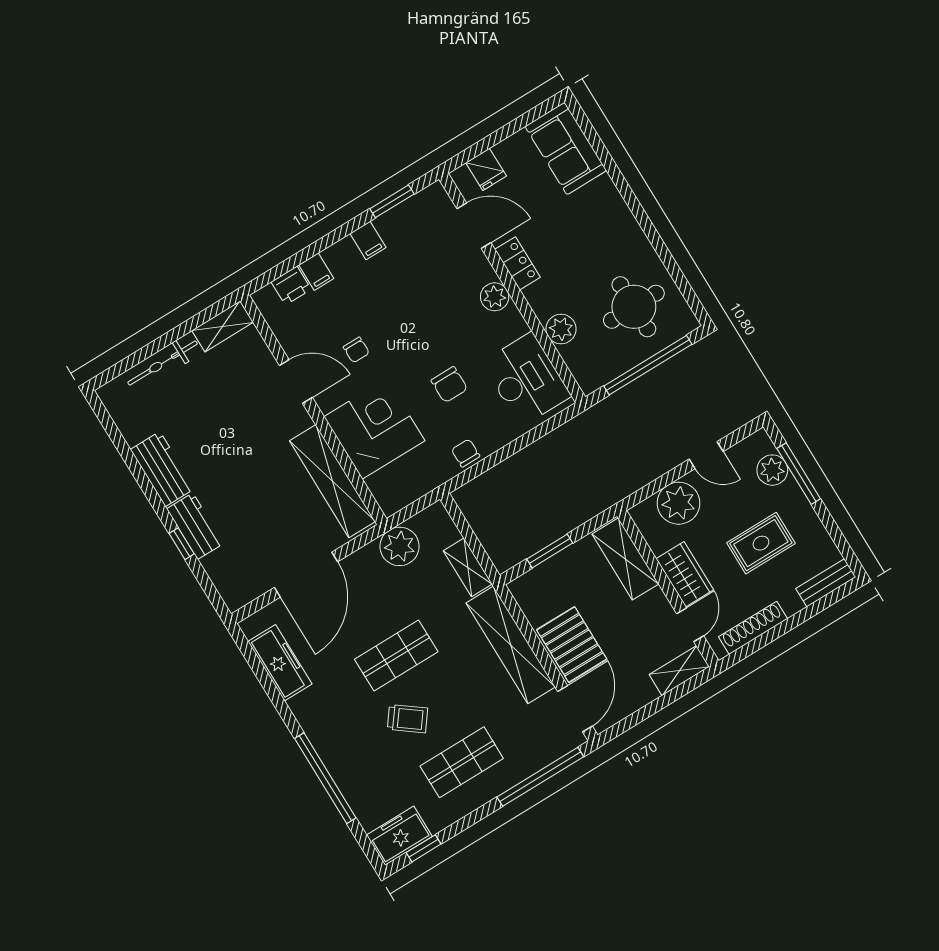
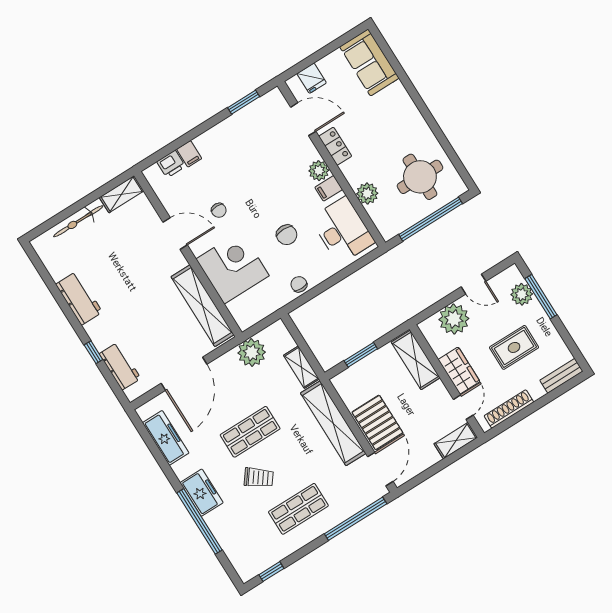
filing cabinet: (368, 241) -> (329, 188), moved, turned 90
workbench: (195, 526) -> (120, 366), moved
freezer: (399, 836) -> (202, 493), moved, turned 90

